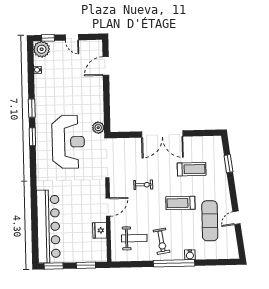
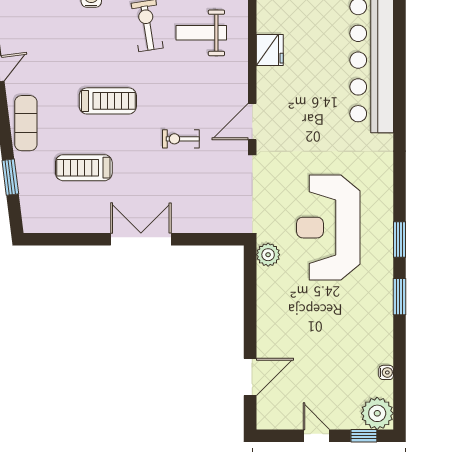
double door: (162, 134) -> (141, 239), width x0.73
door: (108, 207) -> (252, 122), moved
exercise mat: (210, 221) -> (26, 123), moved, width x0.73, depth x0.69

